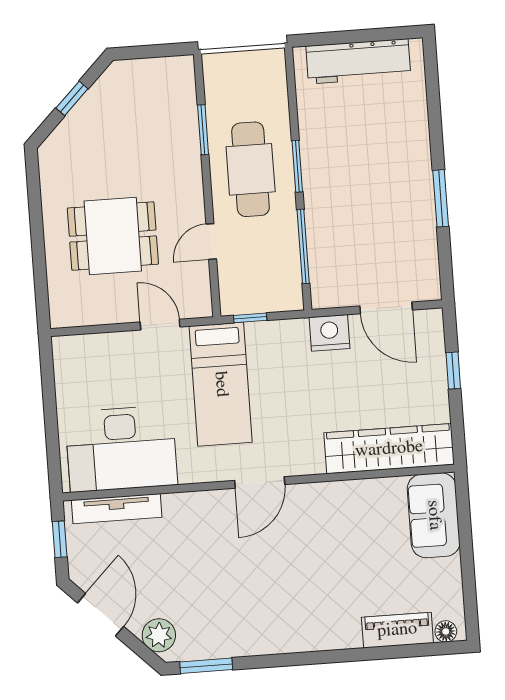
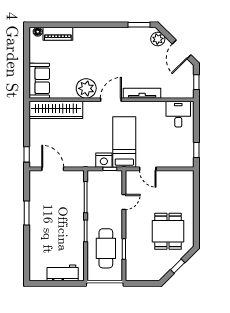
workbench: (358, 61) -> (63, 273), width x0.73
cafe table: (251, 169) -> (106, 248), moved
dining table: (113, 236) -> (168, 231), moved, turned 90
nightstand: (329, 333) -> (104, 160), moved
window: (453, 370) -> (27, 154), moved
window: (48, 378) -> (196, 150), added
desk: (121, 449) -> (178, 114), width x0.53, depth x0.77
plant: (321, 505) -> (86, 88), added
tv unit: (117, 509) -> (142, 93), moved

